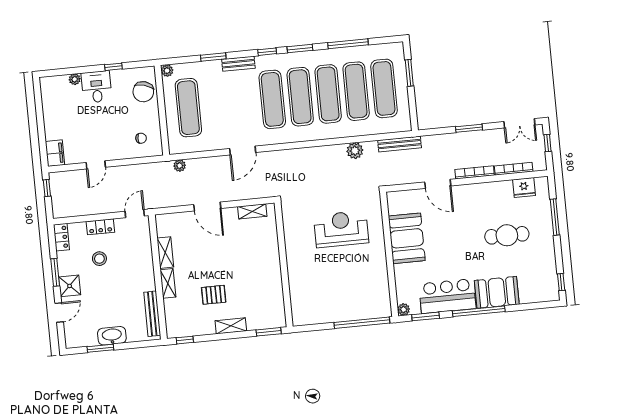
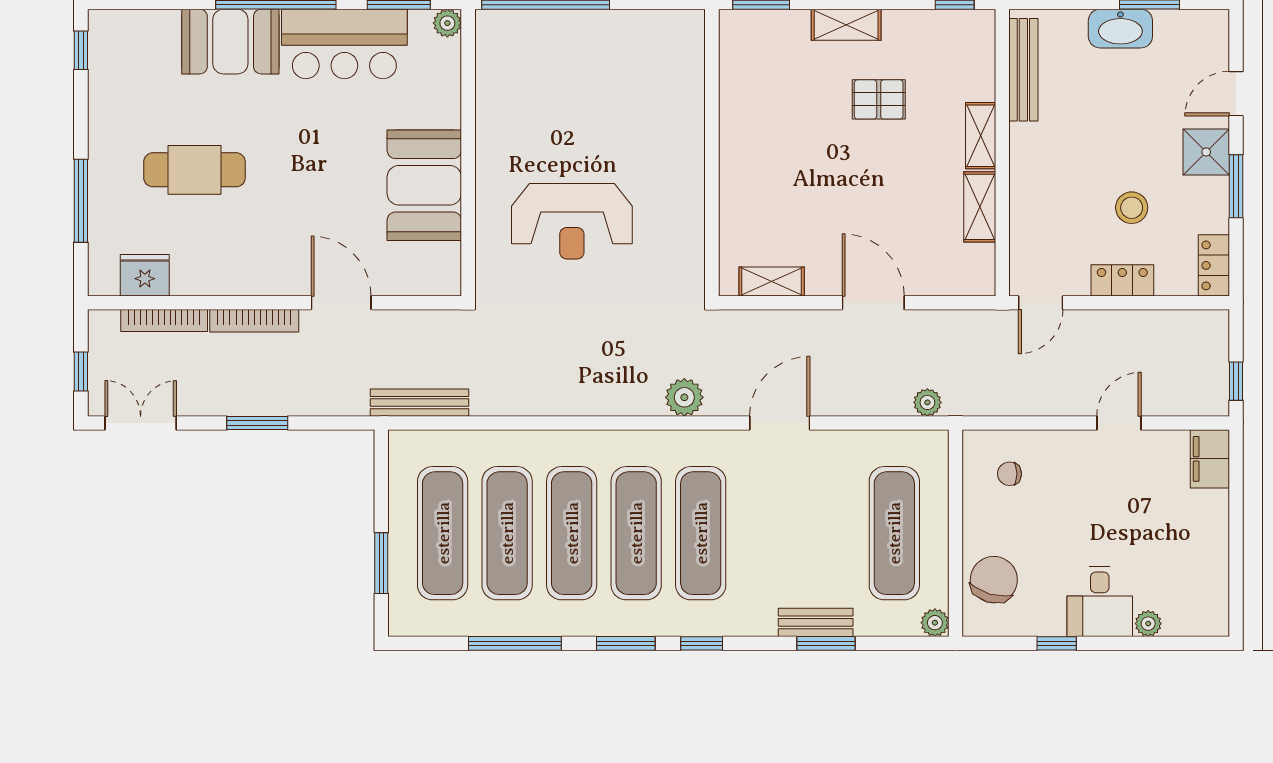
bench: (238, 64) -> (816, 622), moved
plant: (355, 151) -> (684, 397), moved

